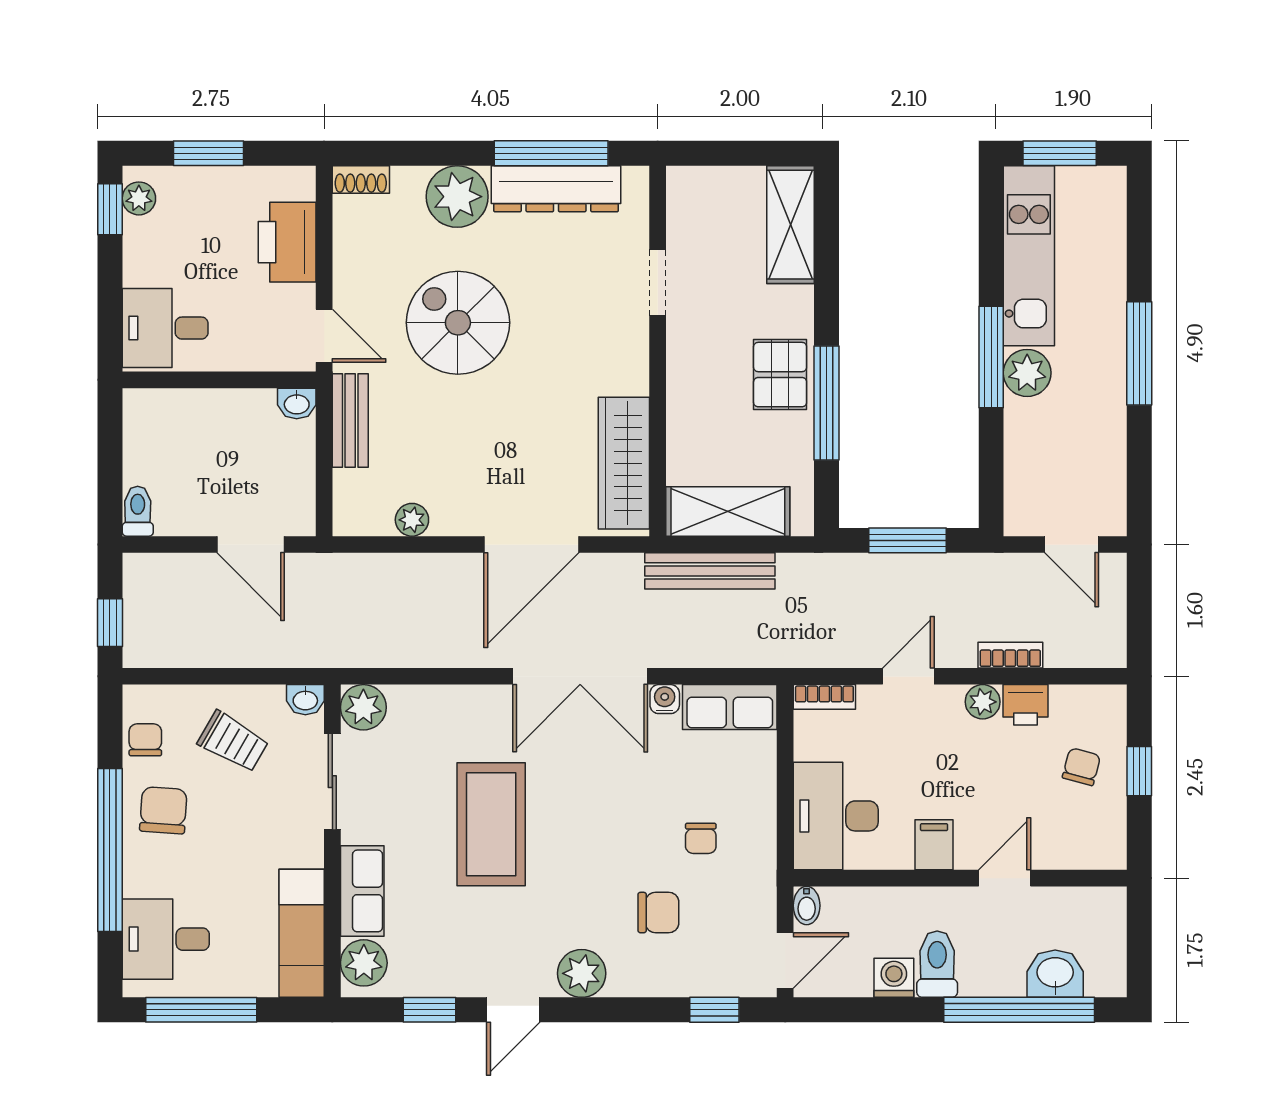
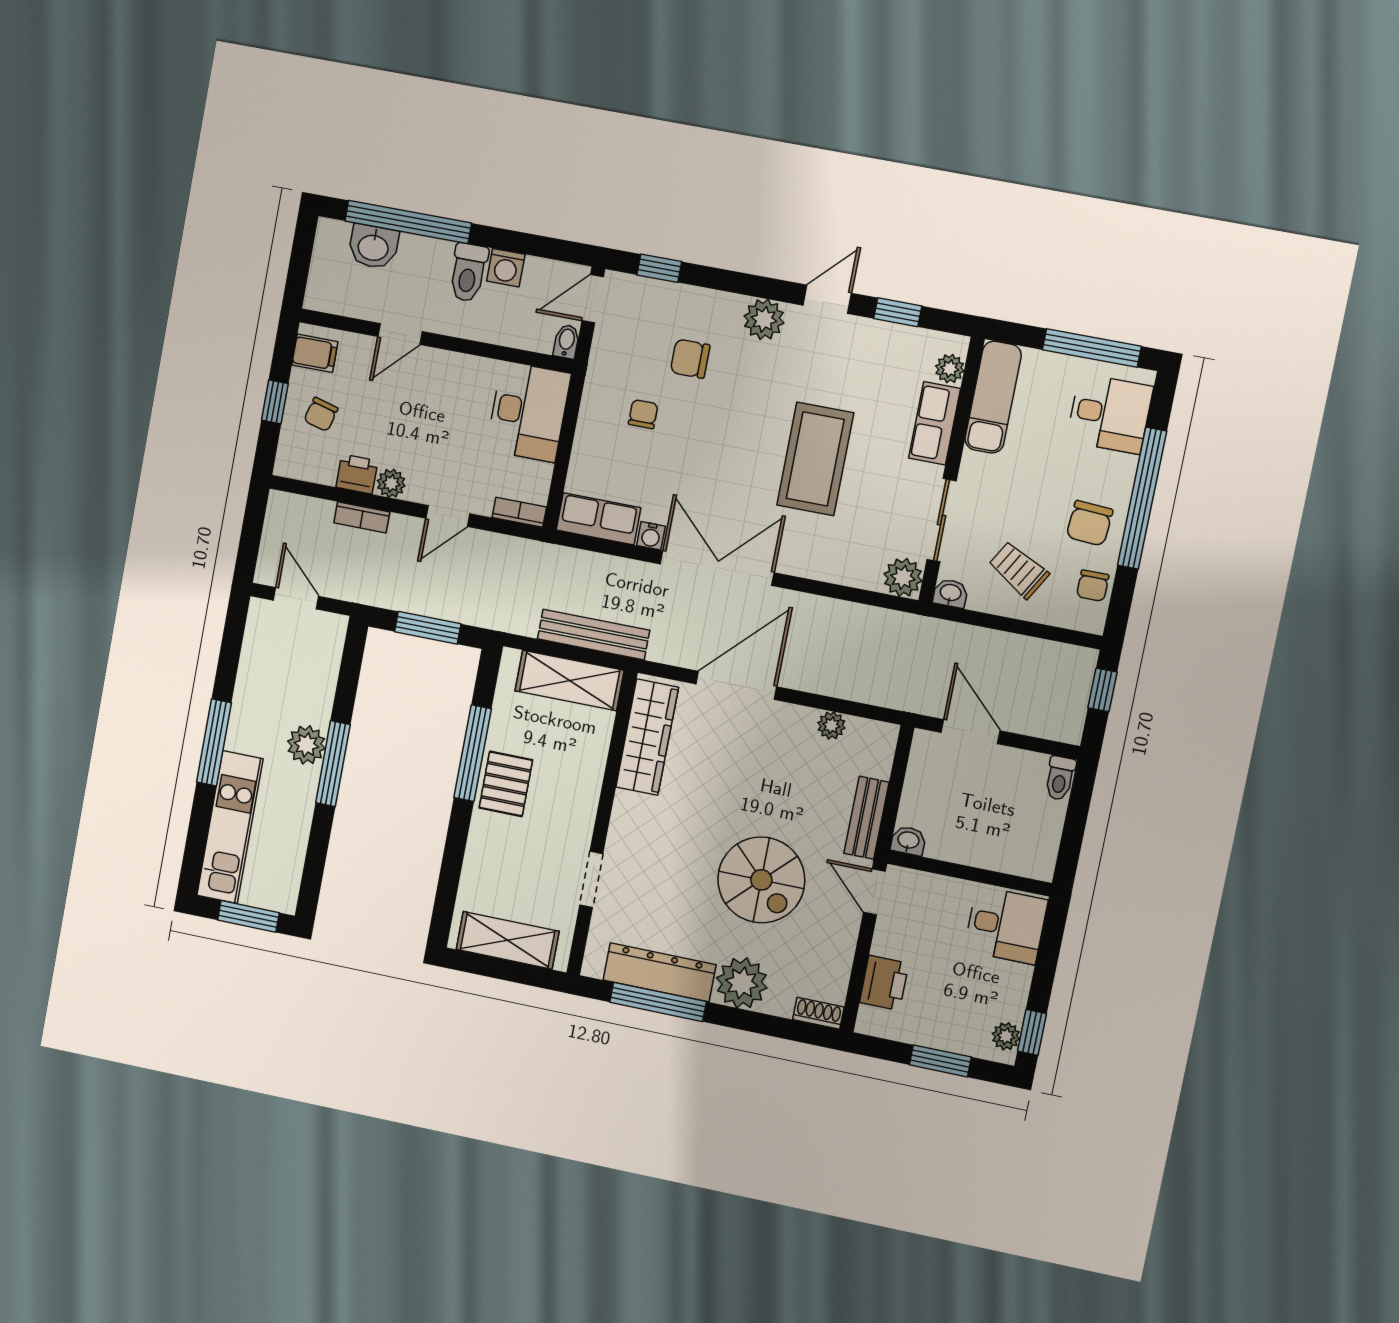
shelving: (790, 225) -> (508, 940), moved, turned 90
printer: (287, 242) -> (884, 983), width x0.73, depth x0.84
kitchen unit: (1029, 256) -> (230, 827), moved, turned 180
filing cabinet: (934, 845) -> (315, 353), moved, turned -90
plant: (364, 963) -> (950, 369), width x0.73, depth x0.73

